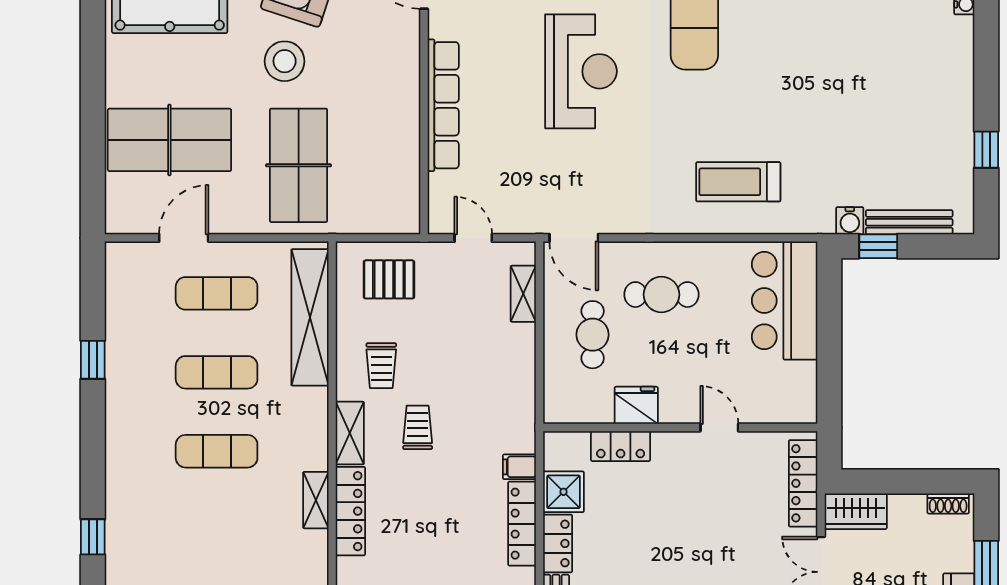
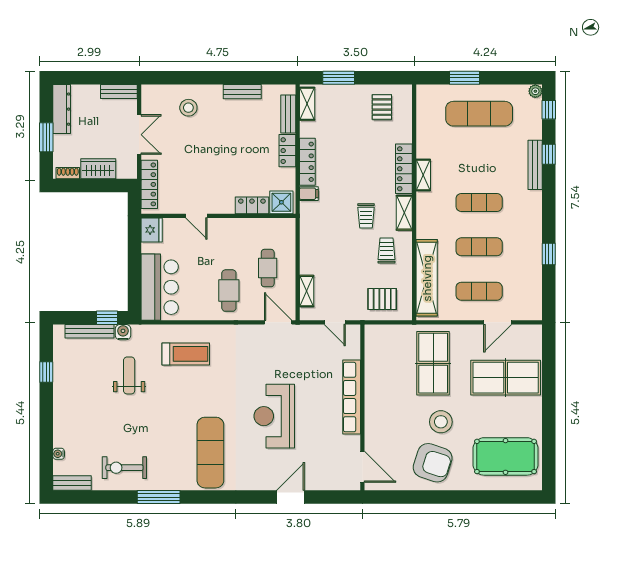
weight bench: (839, 144) -> (129, 375), added
cafe table: (661, 295) -> (229, 291), turned 90
fridge: (636, 405) -> (152, 230), moved, turned -90
shower: (564, 492) -> (281, 202), moved
wardrobe: (856, 511) -> (98, 169), moved
bench: (117, 518) -> (535, 165), added

